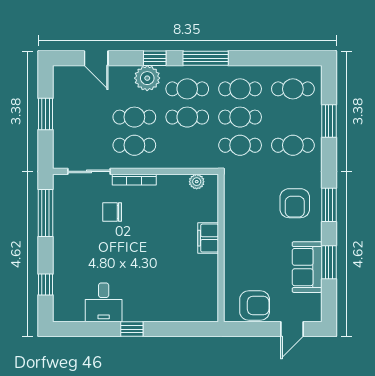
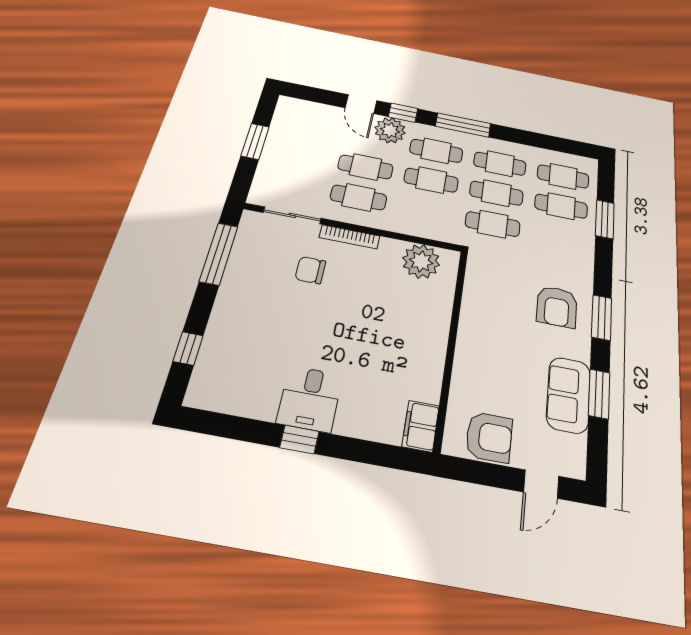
door: (96, 58) -> (361, 104), moved
cafe table: (293, 145) -> (561, 206), moved
plant: (197, 182) -> (421, 261), width x1.87, depth x1.87
filing cabinet: (208, 238) -> (421, 426), moved
desk: (104, 302) -> (310, 399), moved

